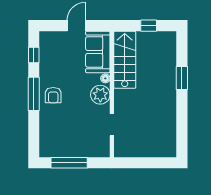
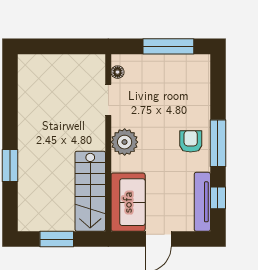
window: (149, 26) -> (57, 239), width x1.50
tv unit: (45, 52) -> (202, 202), added
floor lamp: (105, 78) -> (118, 72), moved

